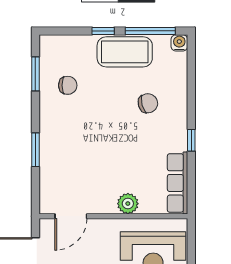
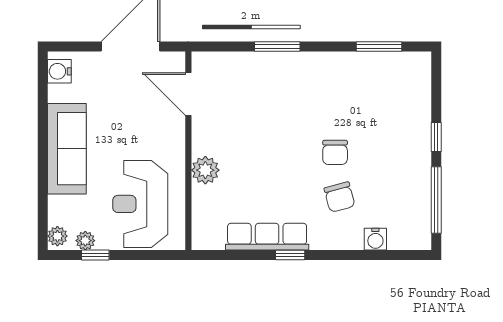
water cooler: (179, 43) -> (375, 239), moved, turned 90
coffee table: (125, 52) -> (408, 166), removed
chair: (68, 85) -> (335, 152), moved
row of seats: (178, 183) -> (267, 237), moved

